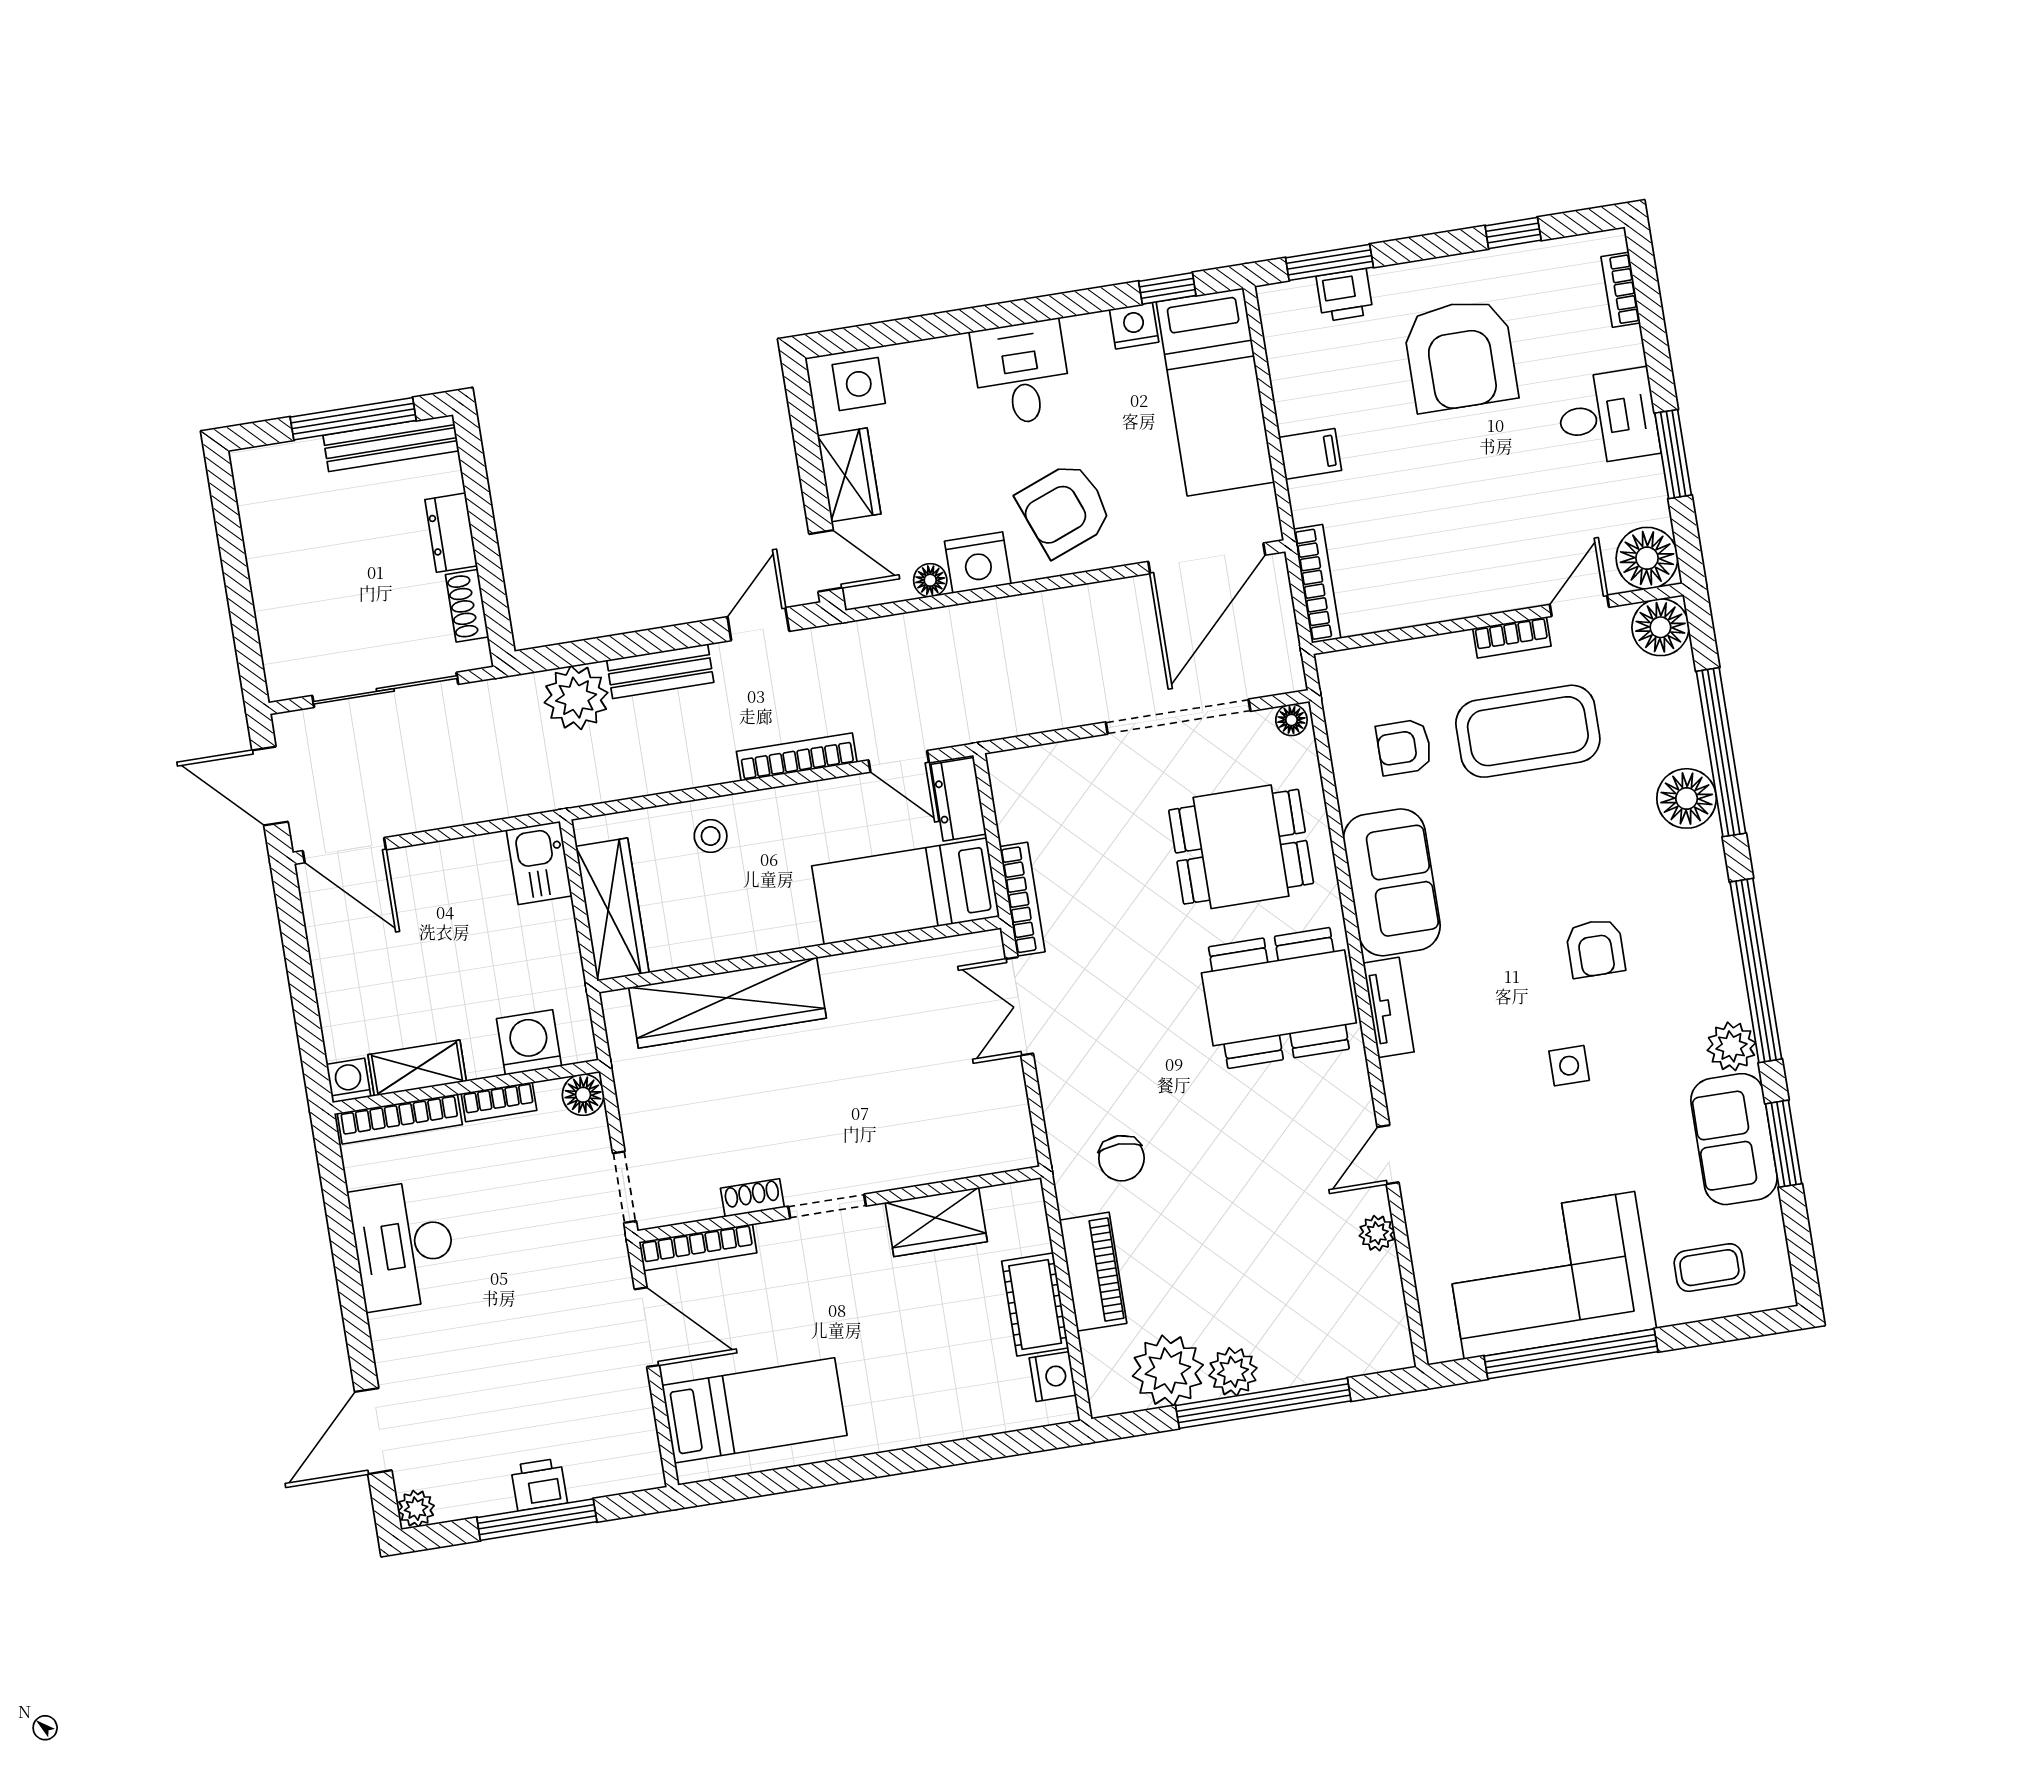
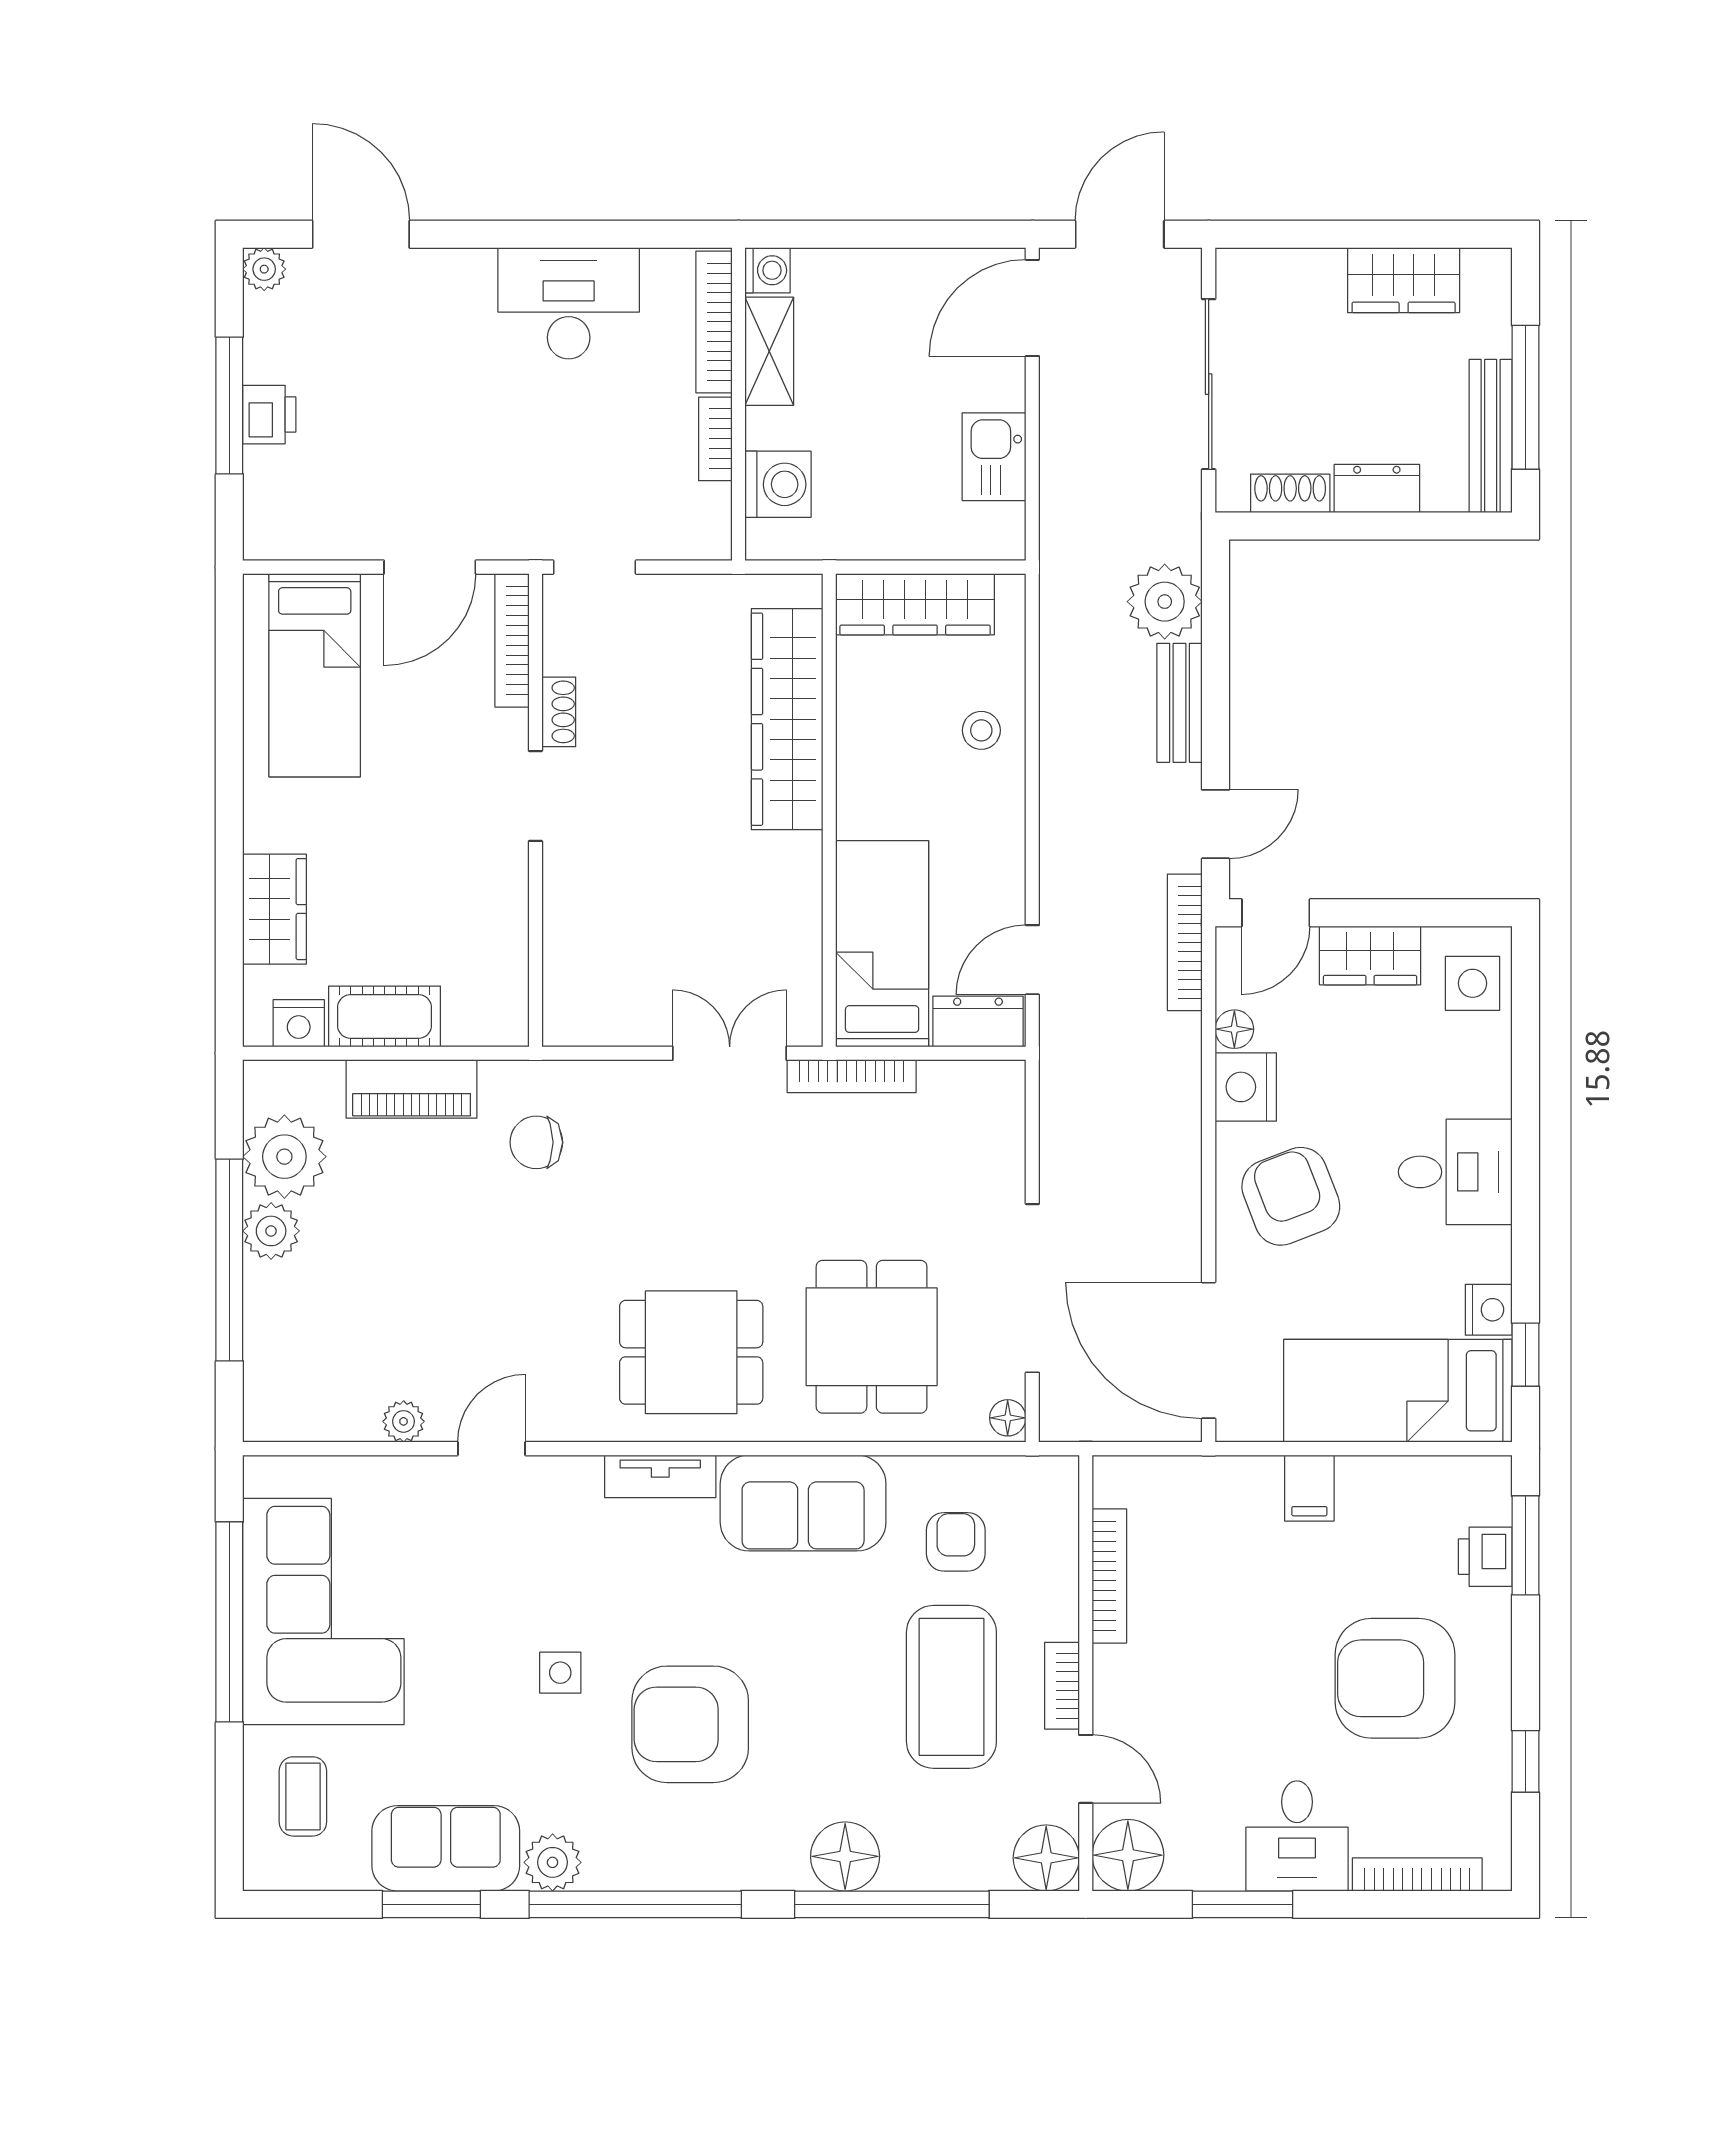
bookcase: (1621, 290) -> (1417, 1874), width x1.56
wardrobe: (270, 538) -> (1404, 280), added
bookcase: (1317, 584) -> (1109, 1576), moved, turned -90
door: (758, 624) -> (1216, 824), hinge flipped
bookcase: (797, 757) -> (1185, 942), moved, turned 180
kitchen sink: (539, 863) -> (994, 457), moved, turned -90
armchair: (1595, 948) -> (690, 1724), width x1.88, depth x1.88
dining table: (1279, 998) -> (691, 1352), width x0.73
floor lamp: (583, 1095) -> (708, 537), removed
door: (1388, 1155) -> (492, 1449), hinge flipped
wardrobe: (936, 1222) -> (275, 909), moved, turned 180

